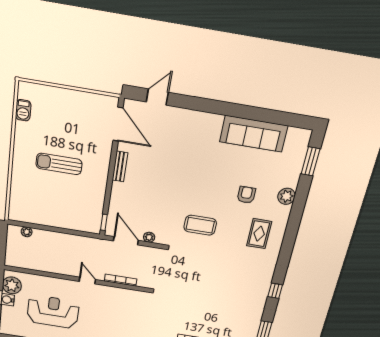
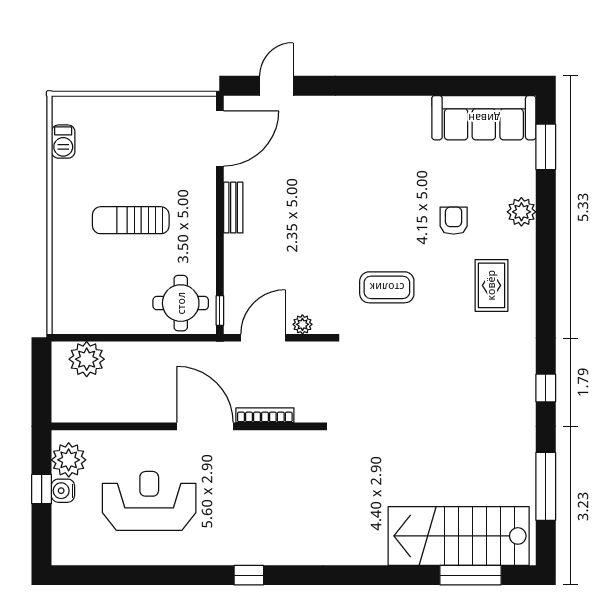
door: (118, 124) -> (220, 139), hinge flipped
sofa: (254, 134) -> (484, 118), moved
round table: (82, 215) -> (181, 303), added
plant: (27, 232) -> (87, 359), width x1.87, depth x1.87
door: (126, 241) -> (263, 338), hinge flipped
door: (87, 281) -> (205, 426), width x1.88

